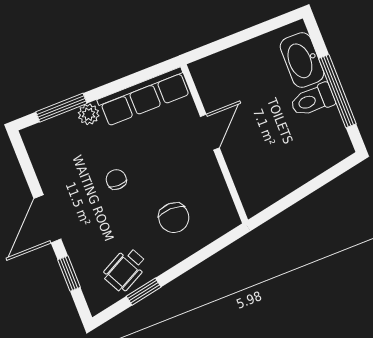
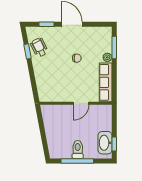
window: (270, 26) -> (114, 144), added
washbasin: (302, 60) -> (105, 143), moved, turned -90
door: (210, 132) -> (81, 103), hinge flipped
chair: (174, 218) -> (52, 75), removed

